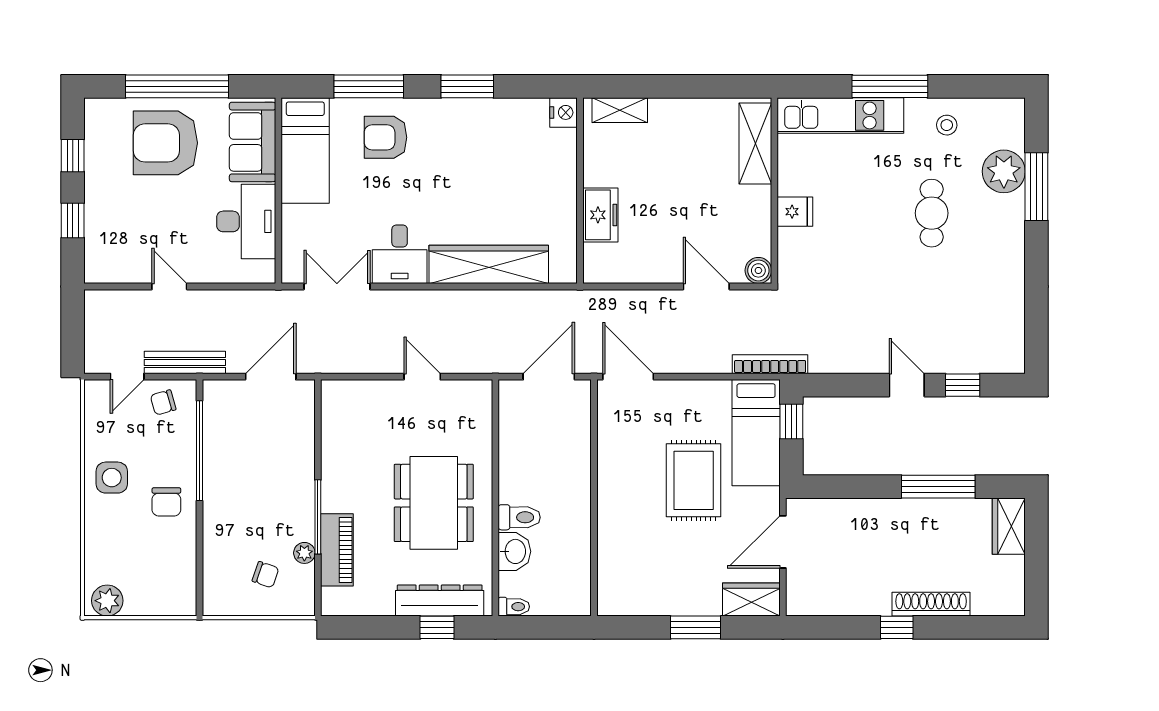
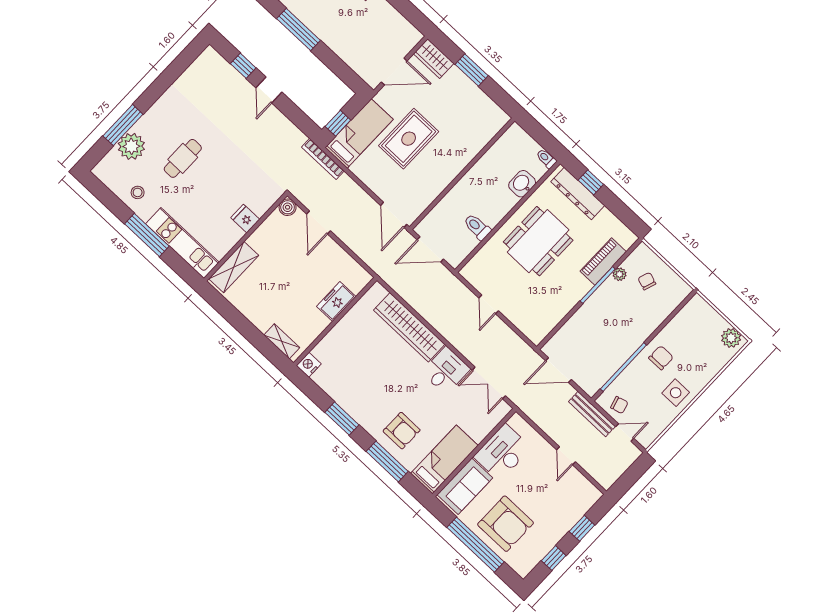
toilet: (519, 517) -> (477, 227), moved

